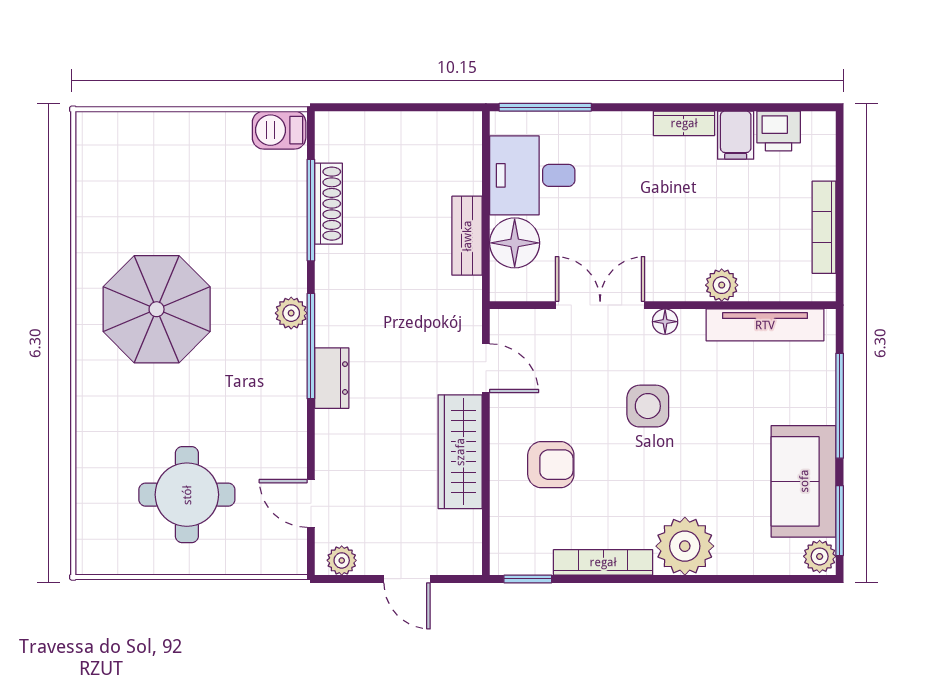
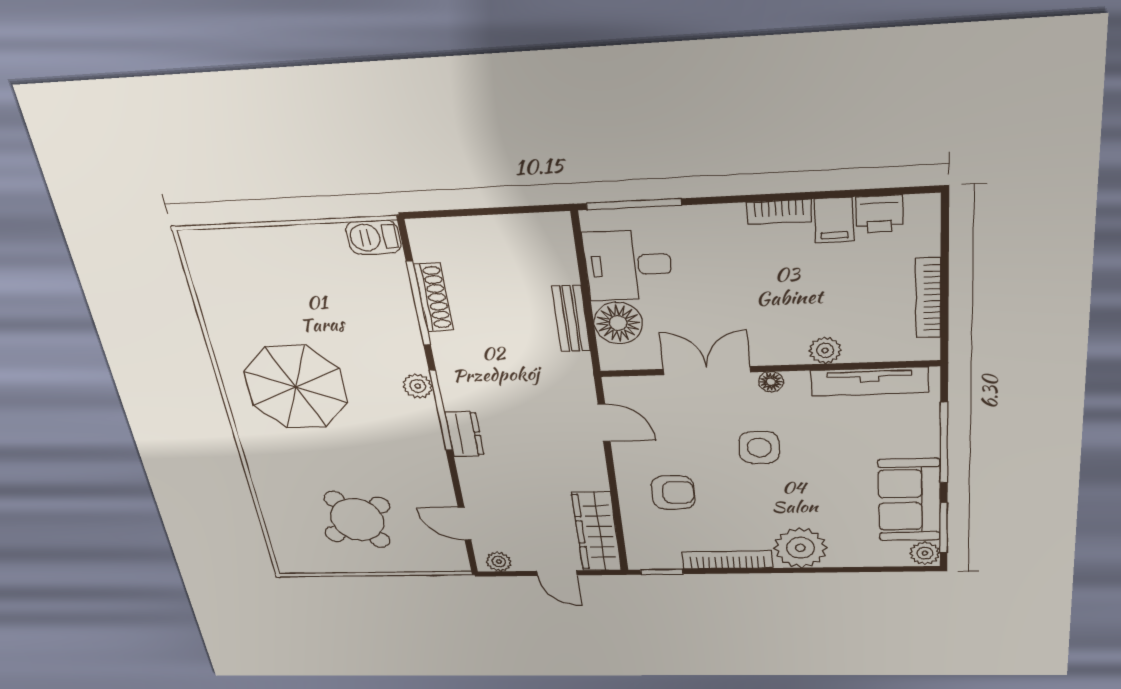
wardrobe: (460, 452) -> (597, 532), moved
round table: (187, 495) -> (357, 519), turned -34

